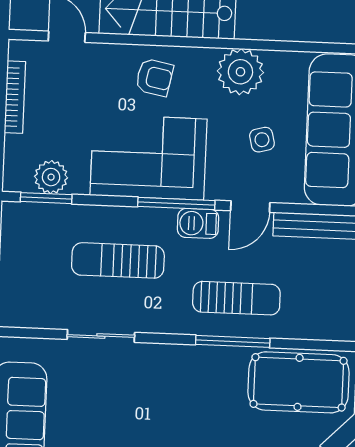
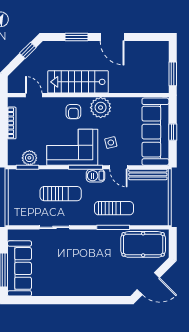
plant: (240, 72) -> (101, 108), moved
armchair: (154, 77) -> (73, 112), turned 79
side table: (262, 140) -> (111, 143), moved
door: (250, 207) -> (118, 167), hinge flipped
sun lounger: (118, 260) -> (61, 194), turned 180

